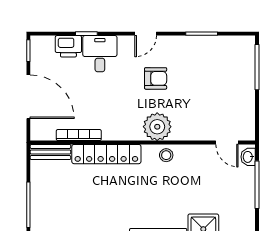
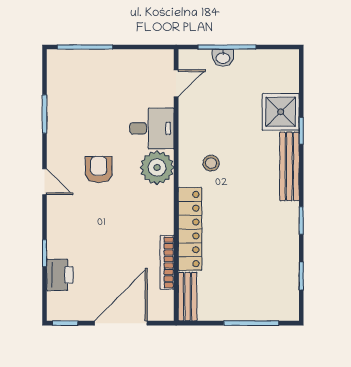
desk: (100, 54) -> (152, 128), moved, turned 180
stool: (166, 155) -> (211, 163), moved
washbasin: (248, 157) -> (223, 58), moved

